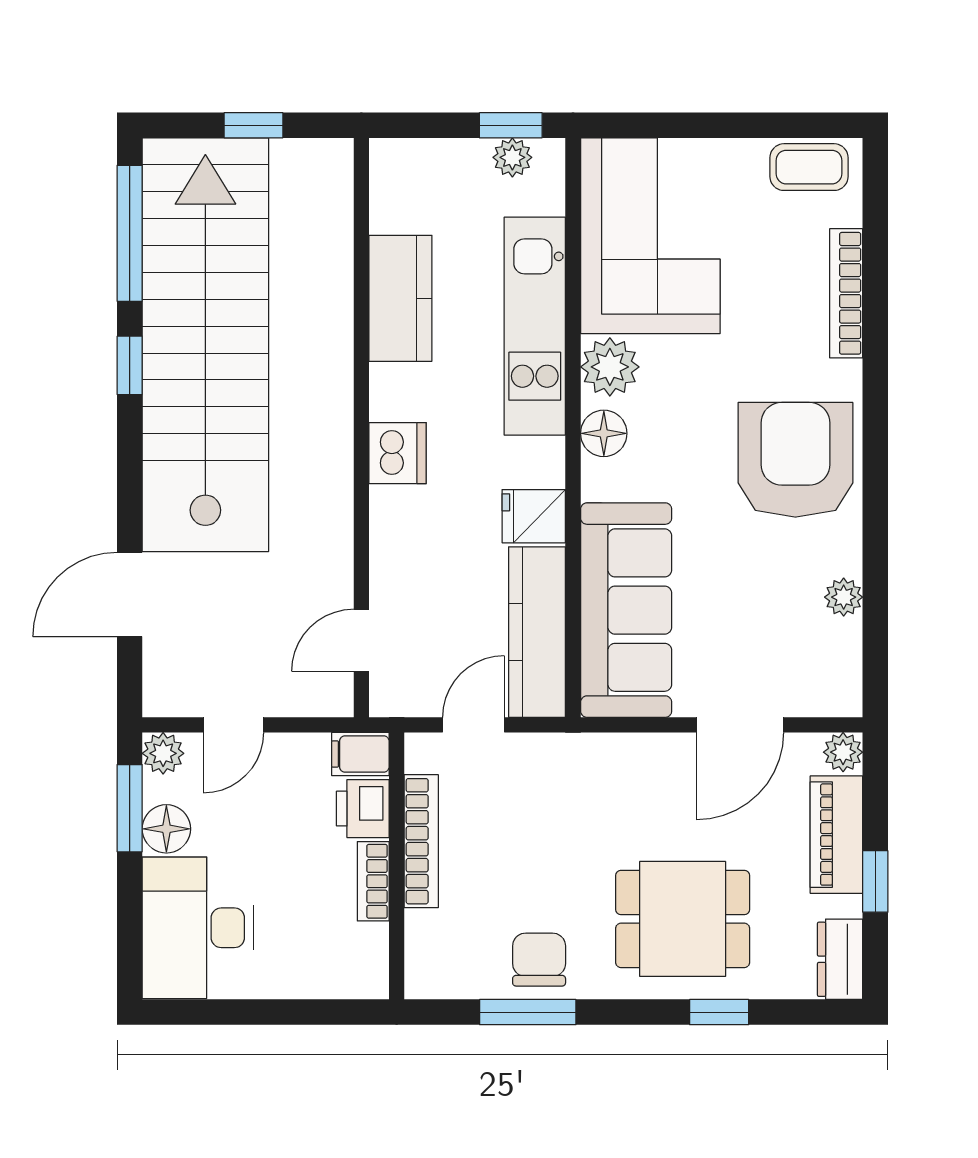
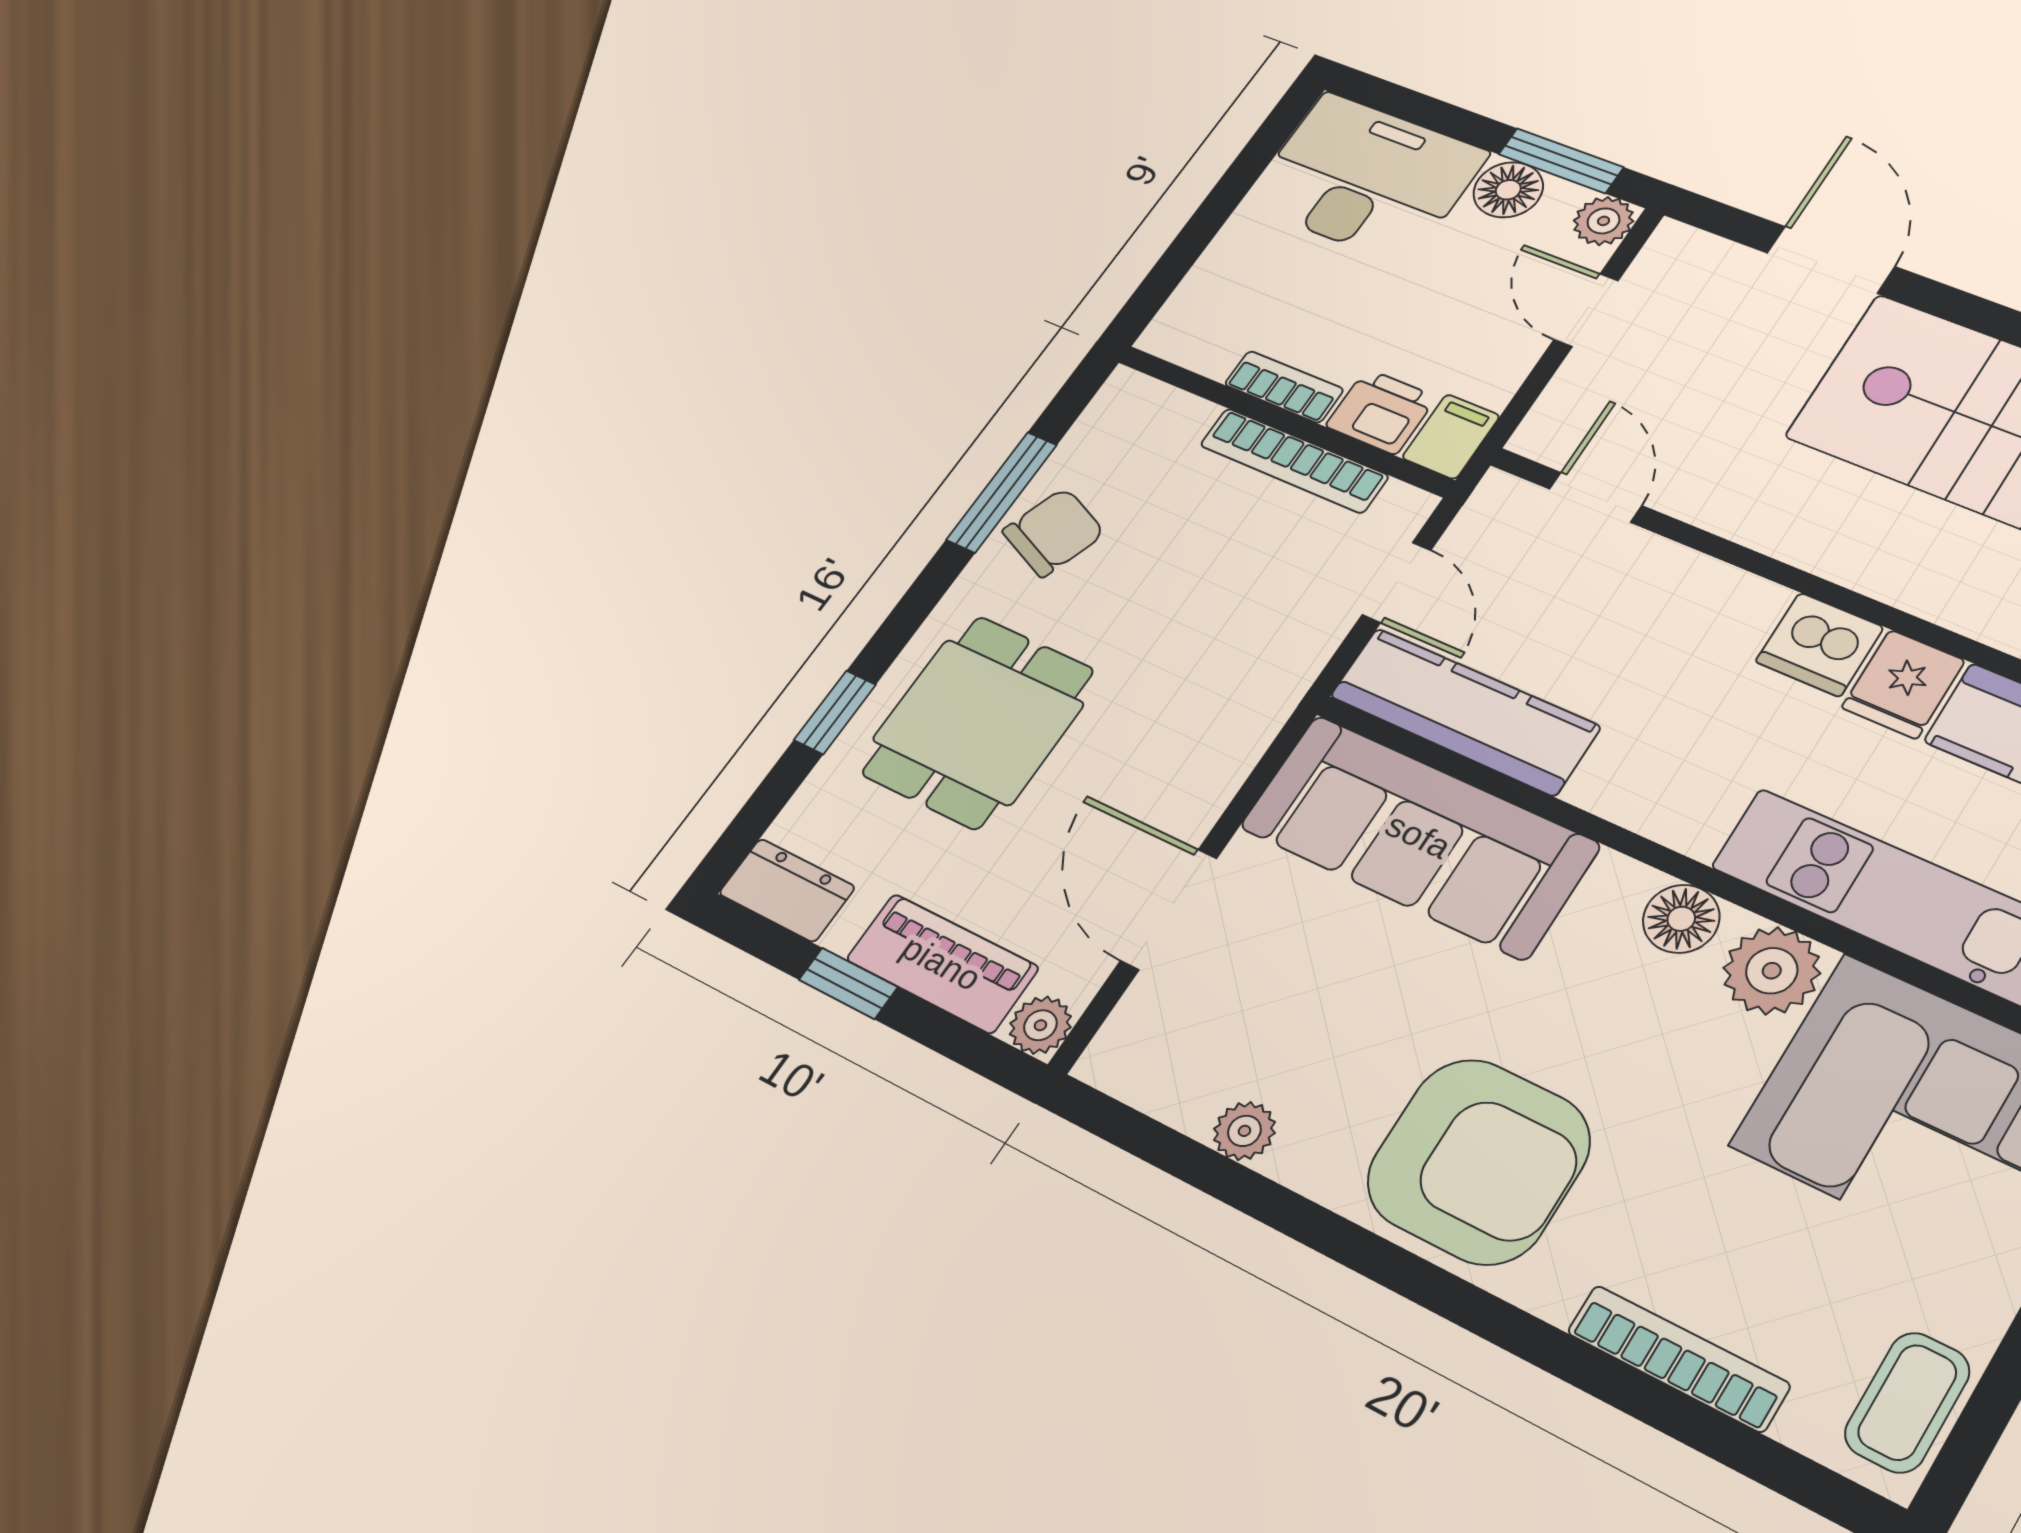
fridge: (534, 516) -> (1903, 684), moved, turned 180
chair: (539, 960) -> (1054, 532), turned -68

